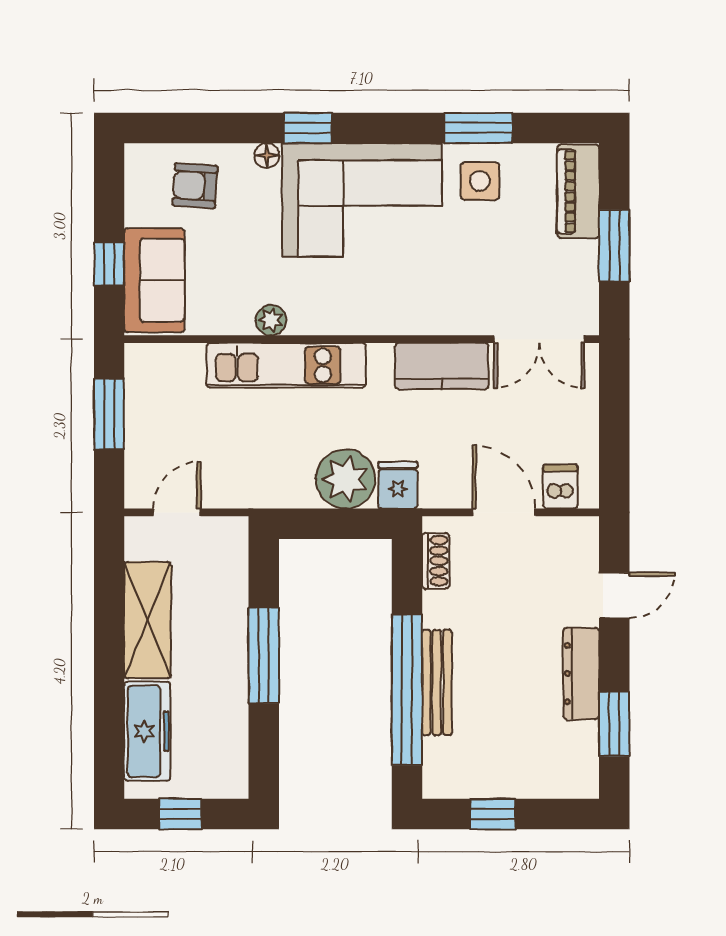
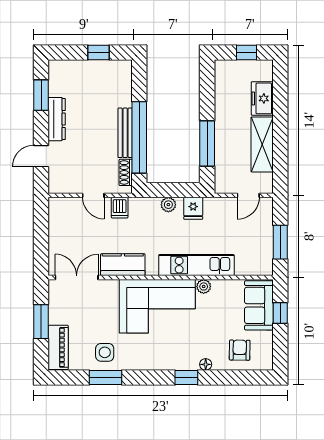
armchair: (195, 186) -> (240, 350), turned -93
corner sofa: (362, 200) -> (157, 306), moved, turned 180
plant: (345, 479) -> (168, 205), width x0.53, depth x0.53
fridge: (398, 485) -> (193, 208), moved
dishwasher: (560, 487) -> (120, 208), moved
door: (504, 512) -> (93, 195), width x0.73
window: (264, 655) -> (207, 143), moved
bench: (437, 682) -> (125, 133), moved
window: (407, 690) -> (139, 137), moved
freezer: (147, 731) -> (262, 98), width x0.71

